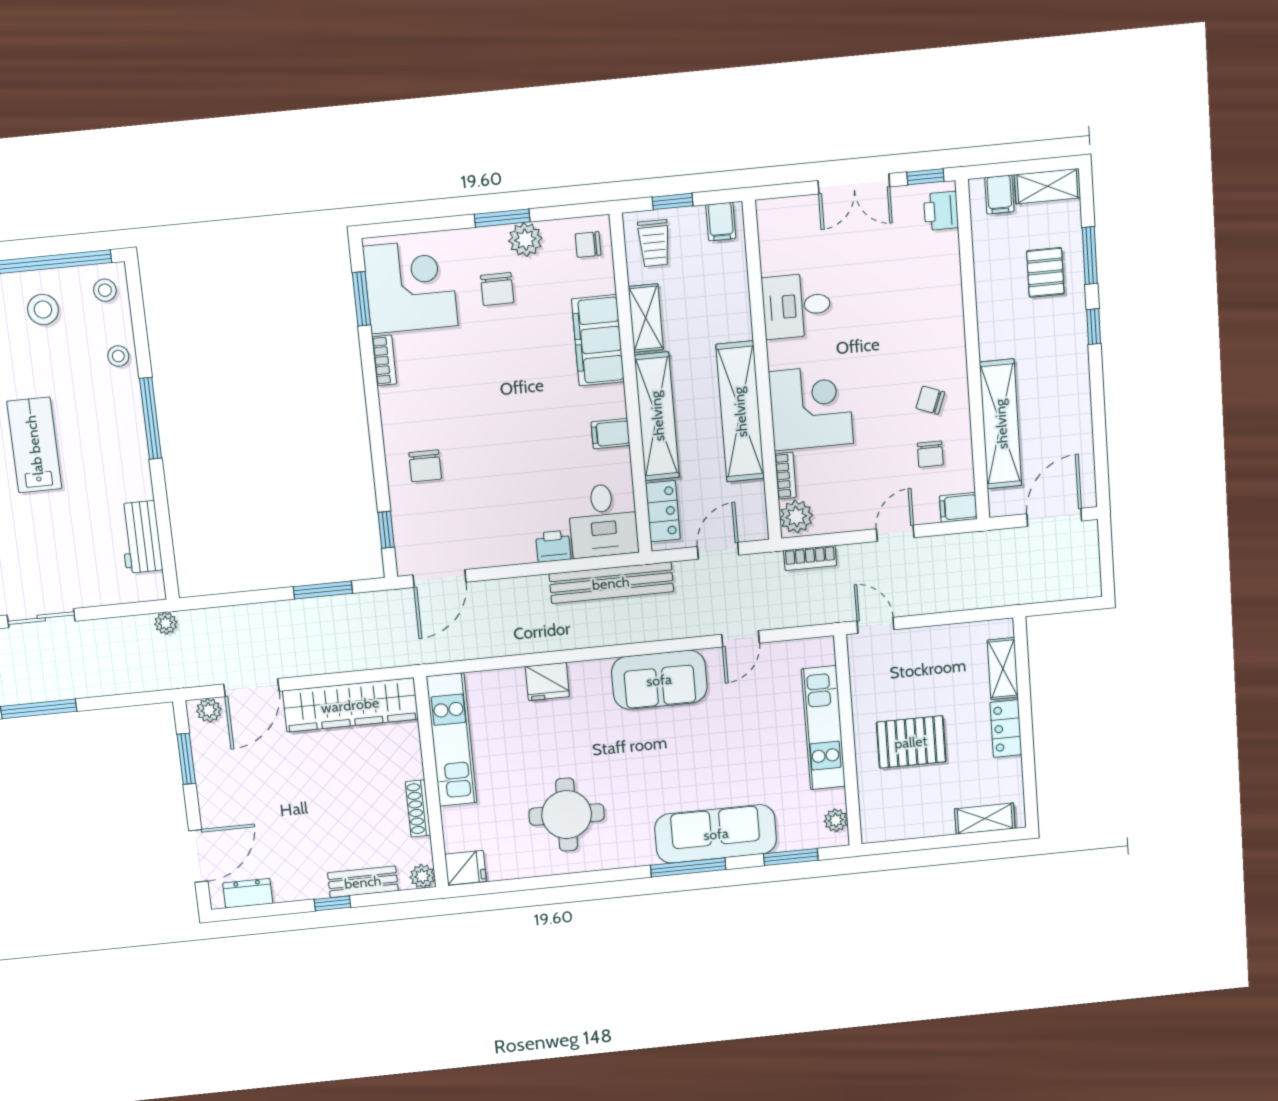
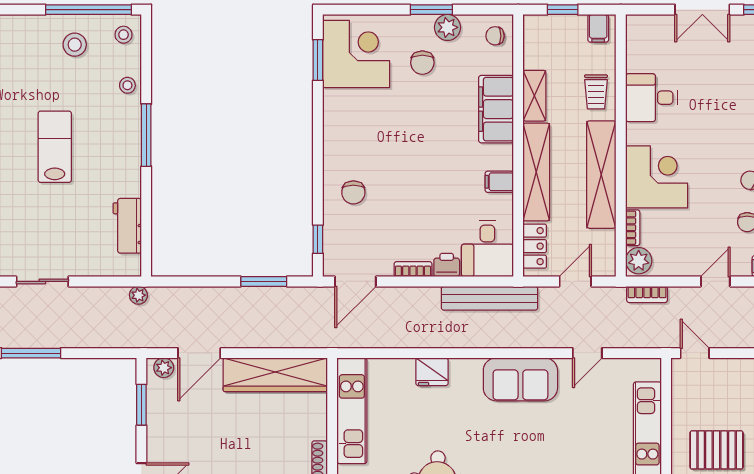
trolley: (654, 243) -> (596, 92), moved
bookcase: (384, 360) -> (413, 269), moved, turned -90

